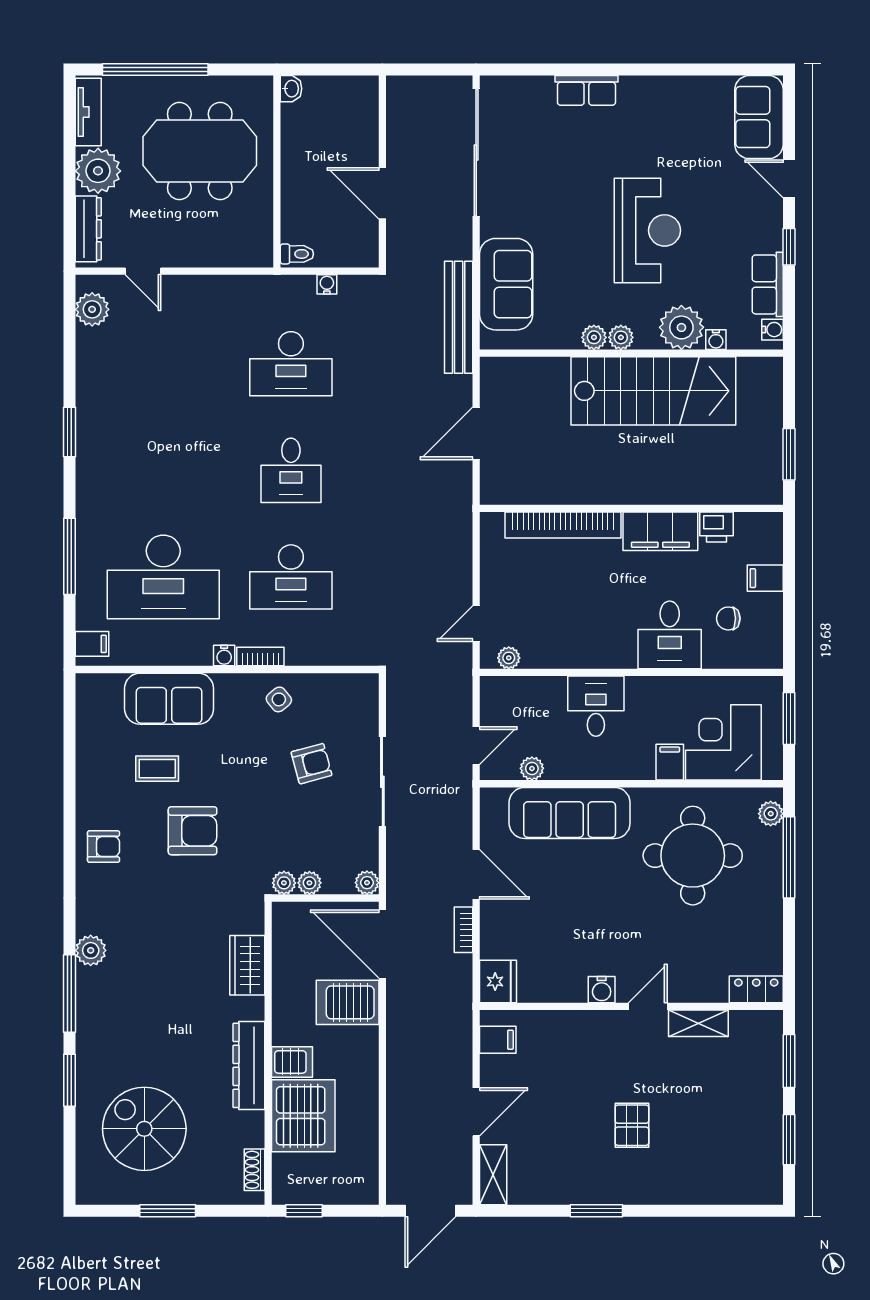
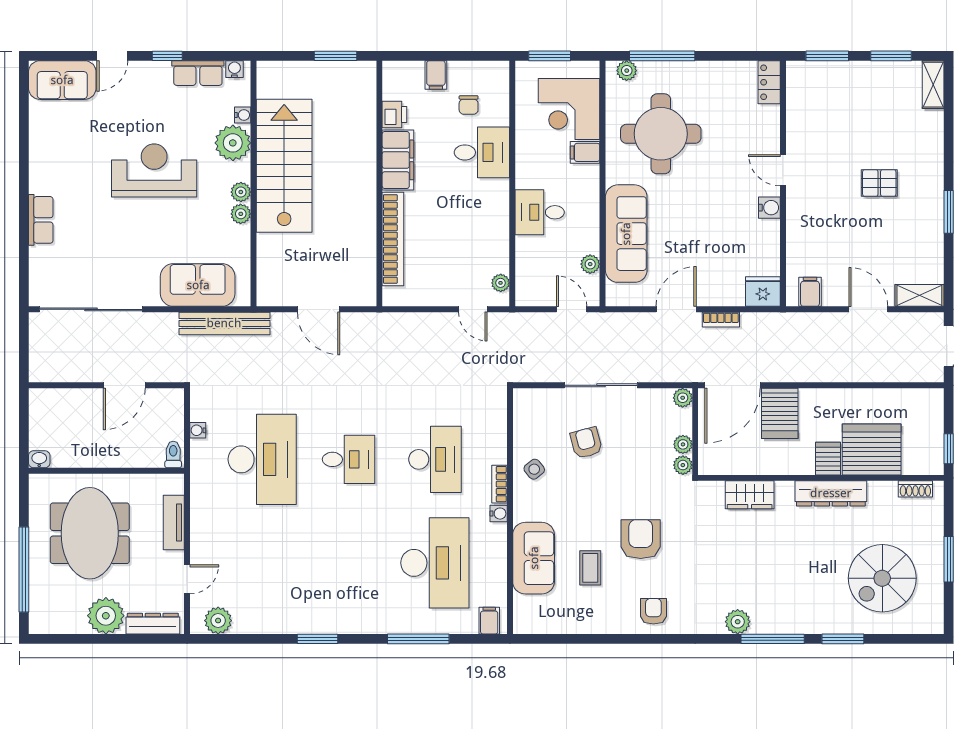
tv unit: (88, 112) -> (174, 523), moved, turned -90
desk: (291, 364) -> (262, 459), width x1.36, depth x1.30
shelving: (698, 1023) -> (933, 85), moved

